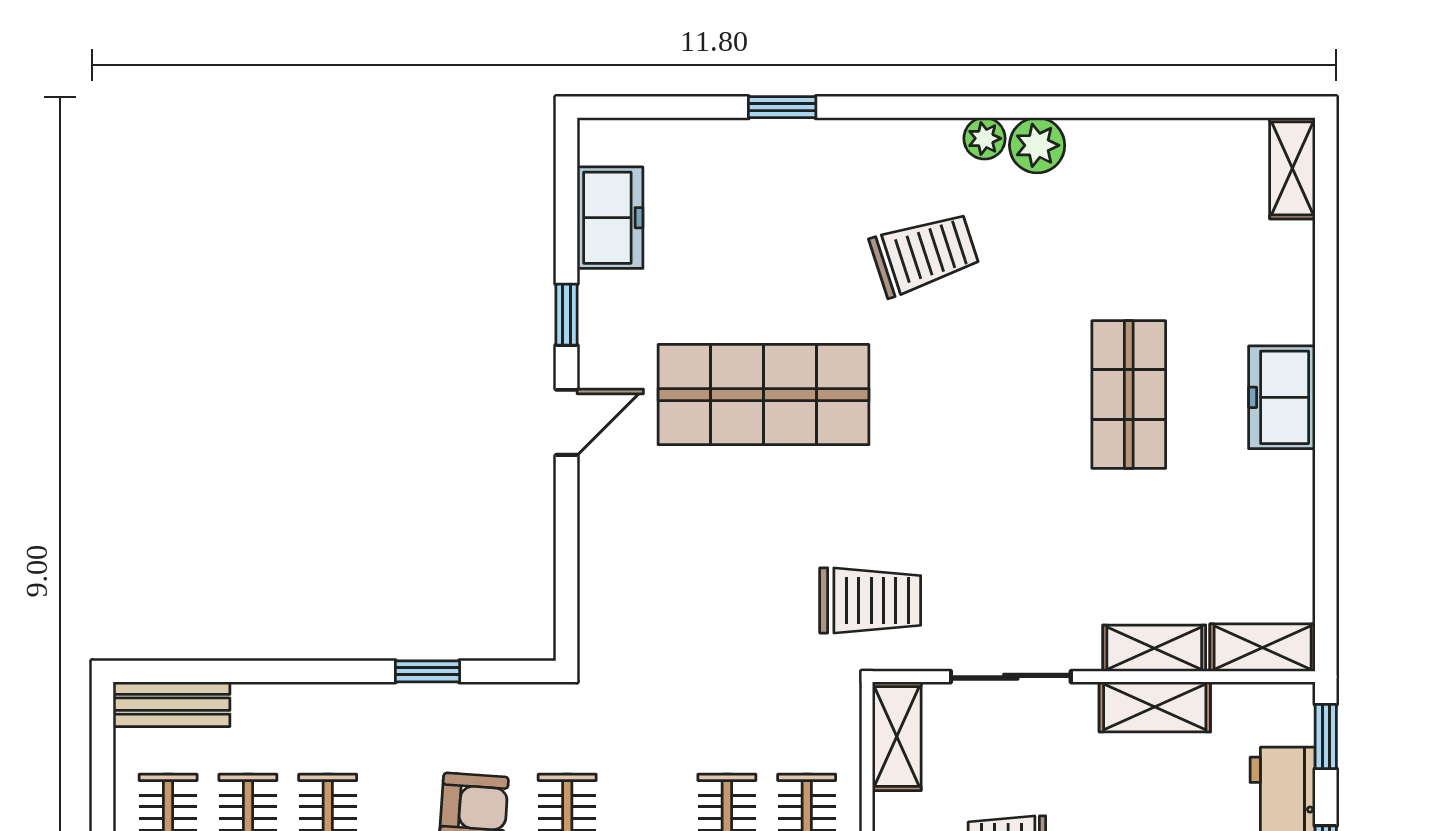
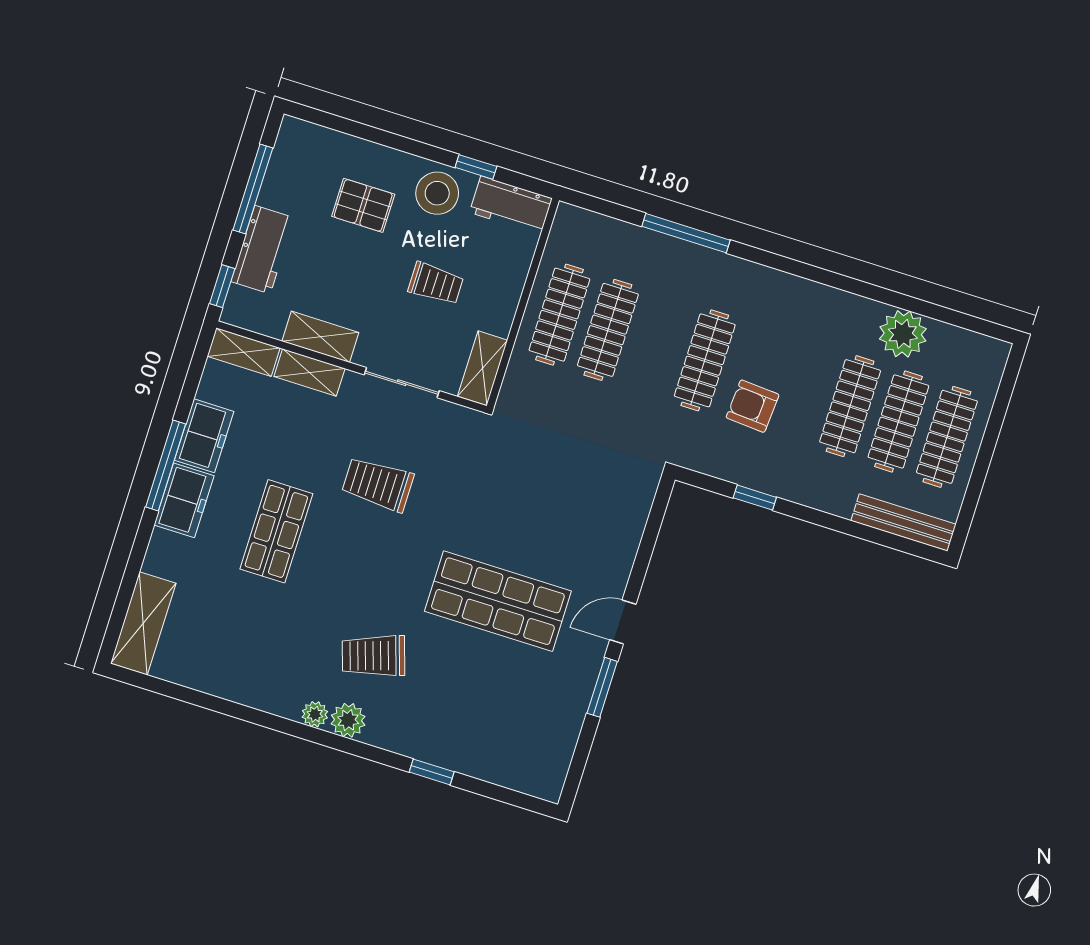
plant: (1037, 145) -> (348, 720), moved
shelving: (1292, 168) -> (143, 623), width x1.50, depth x1.33
freezer: (610, 218) -> (204, 436), moved, turned 180
window: (566, 315) -> (602, 687), width x1.50
window: (1326, 441) -> (166, 466), added
trolley: (870, 600) -> (378, 484), moved
bench: (171, 704) -> (903, 522), width x1.36

